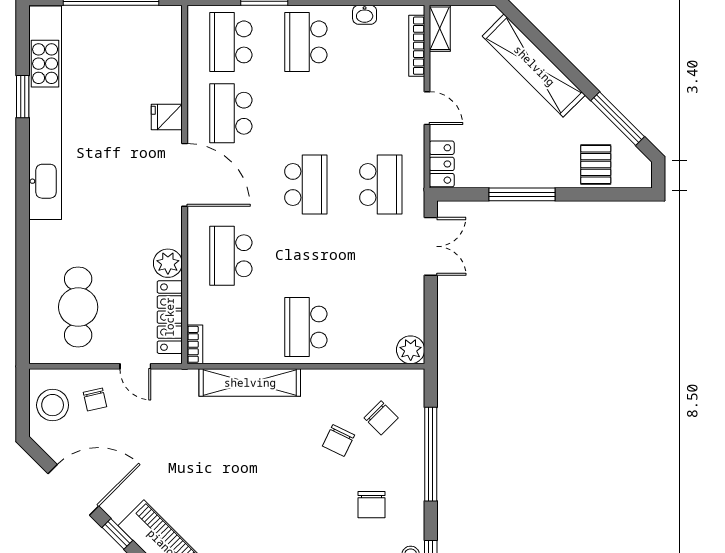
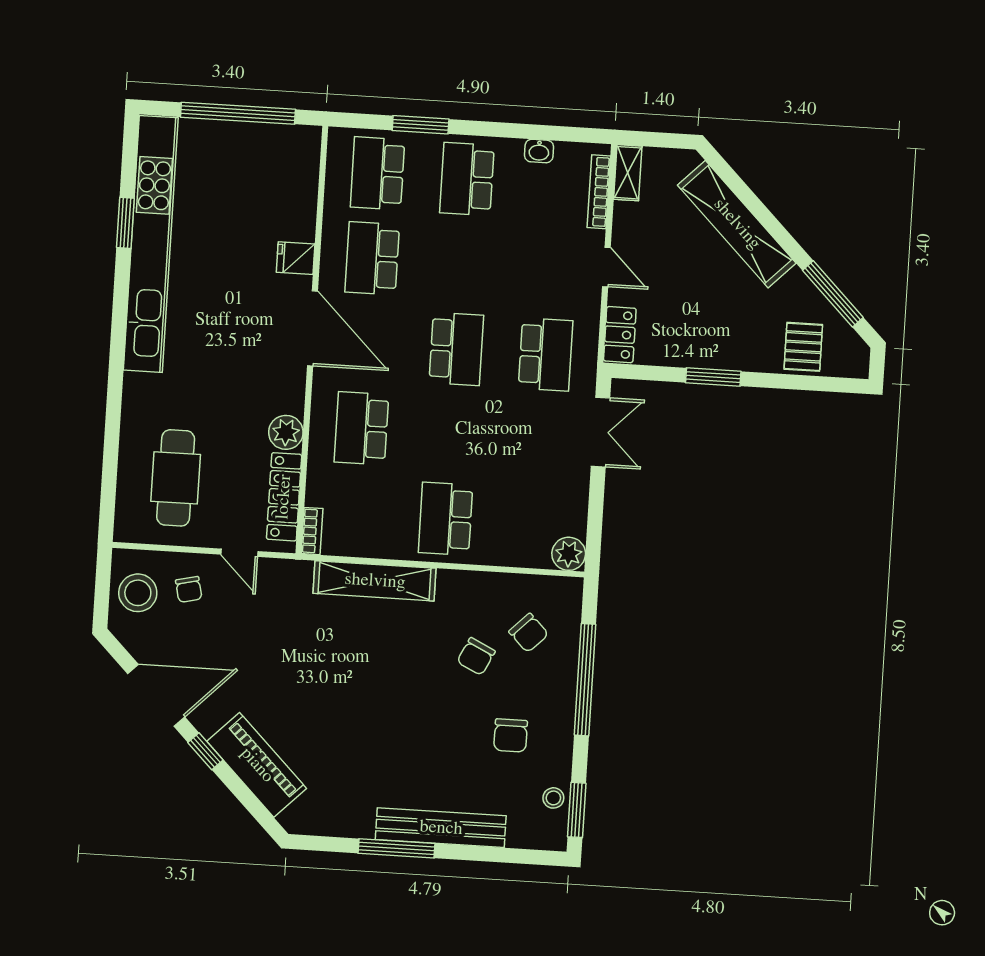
window: (522, 194) -> (713, 377), width x0.69

